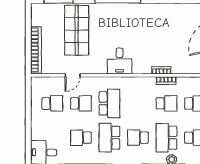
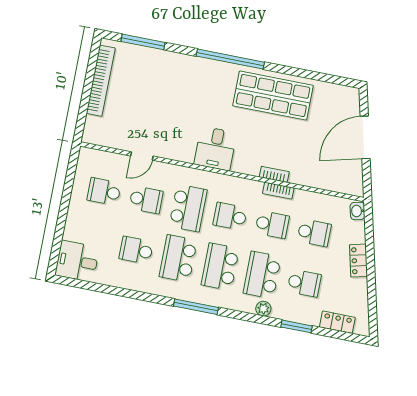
shop shelf: (77, 30) -> (273, 96), moved, turned 90
bookcase: (36, 50) -> (101, 81), moved
school desk: (52, 103) -> (104, 192), turned 180
school desk: (138, 103) -> (230, 216), added
school desk: (138, 138) -> (220, 267), width x1.85

